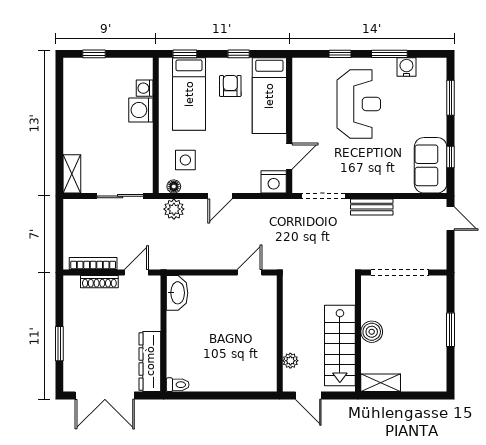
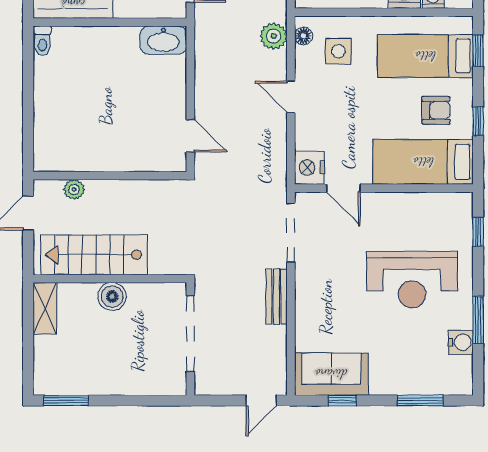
window: (340, 54) -> (478, 232), moved
window: (451, 330) -> (66, 400), moved

